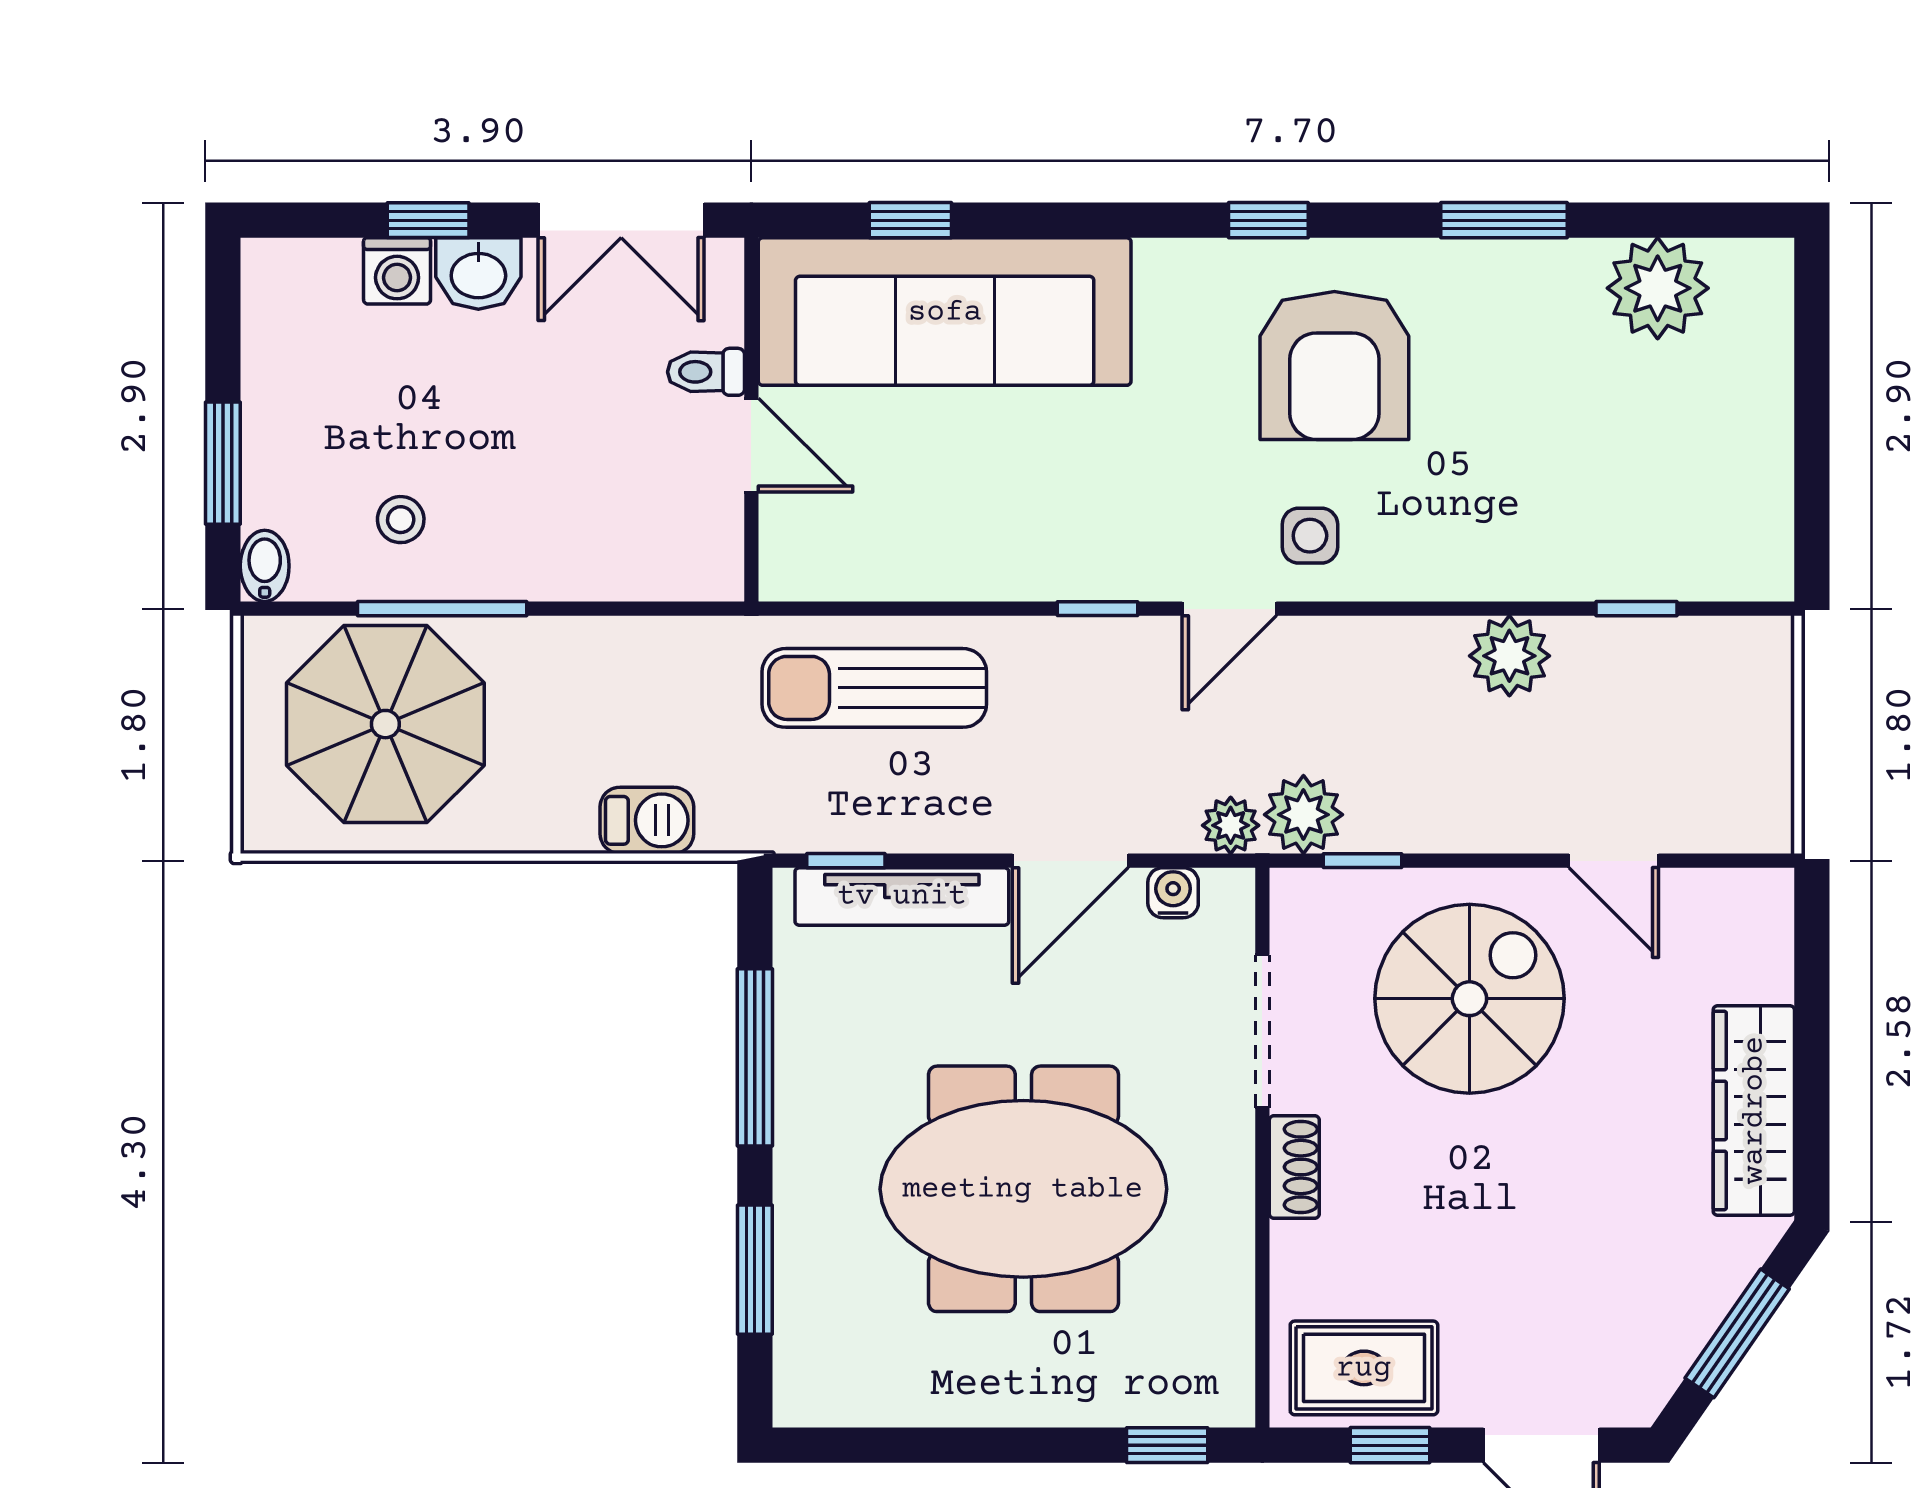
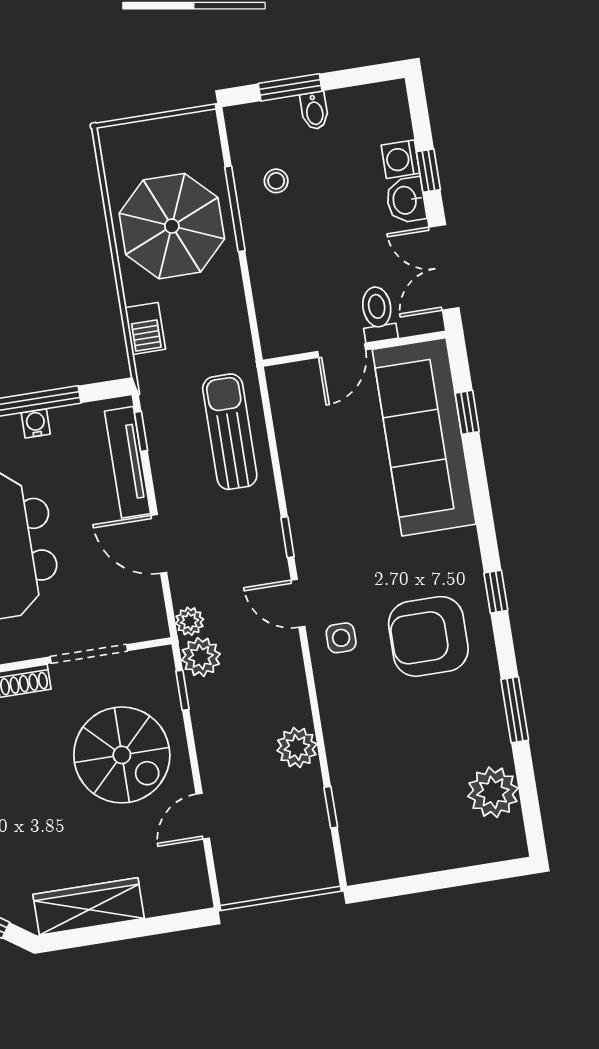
toilet: (706, 372) -> (378, 314), width x1.37, depth x1.39
bidet: (265, 566) -> (314, 111), moved, turned 90
parasol: (385, 724) -> (172, 226), moved
water cooler: (1173, 893) -> (36, 423), moved, turned -90

